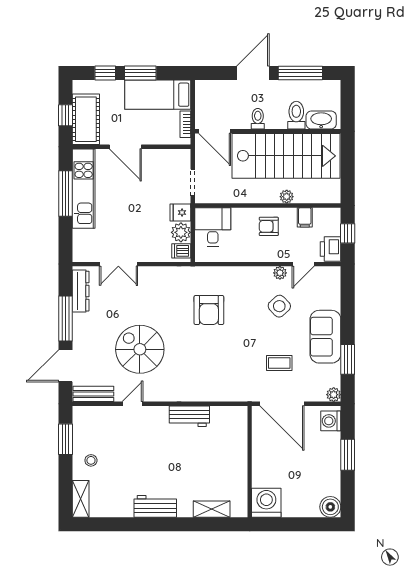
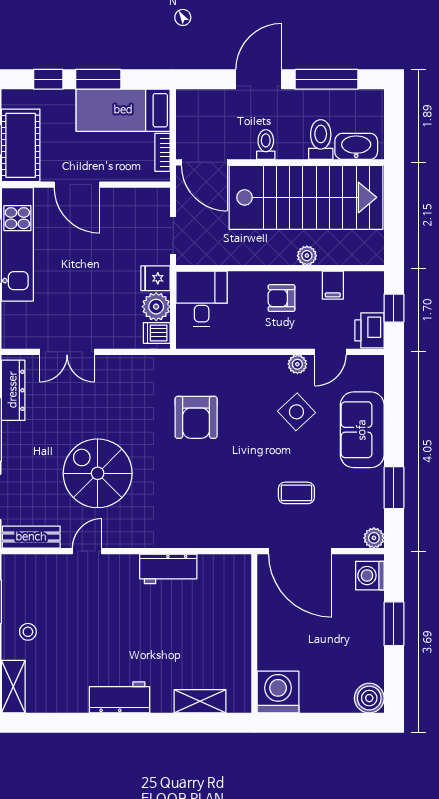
sofa: (325, 337) -> (362, 430), moved

